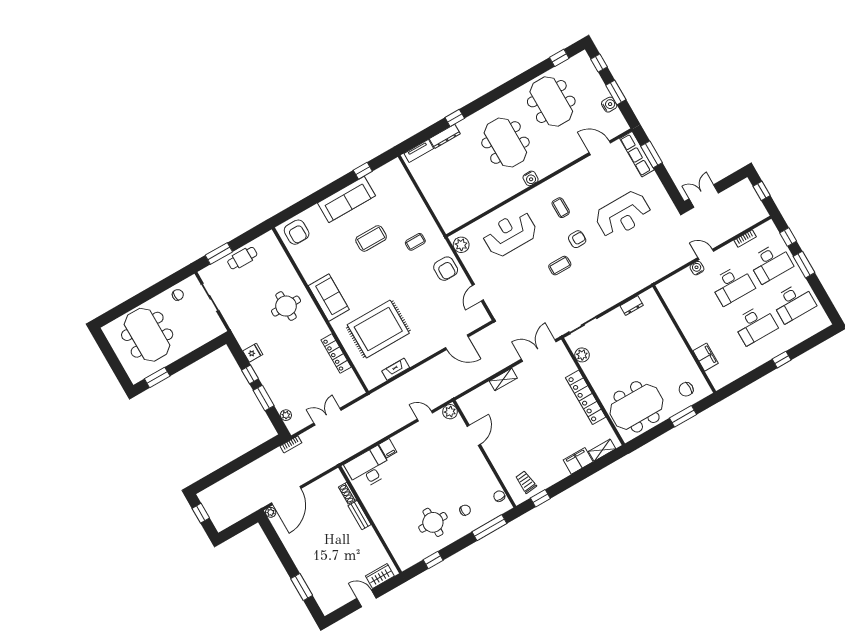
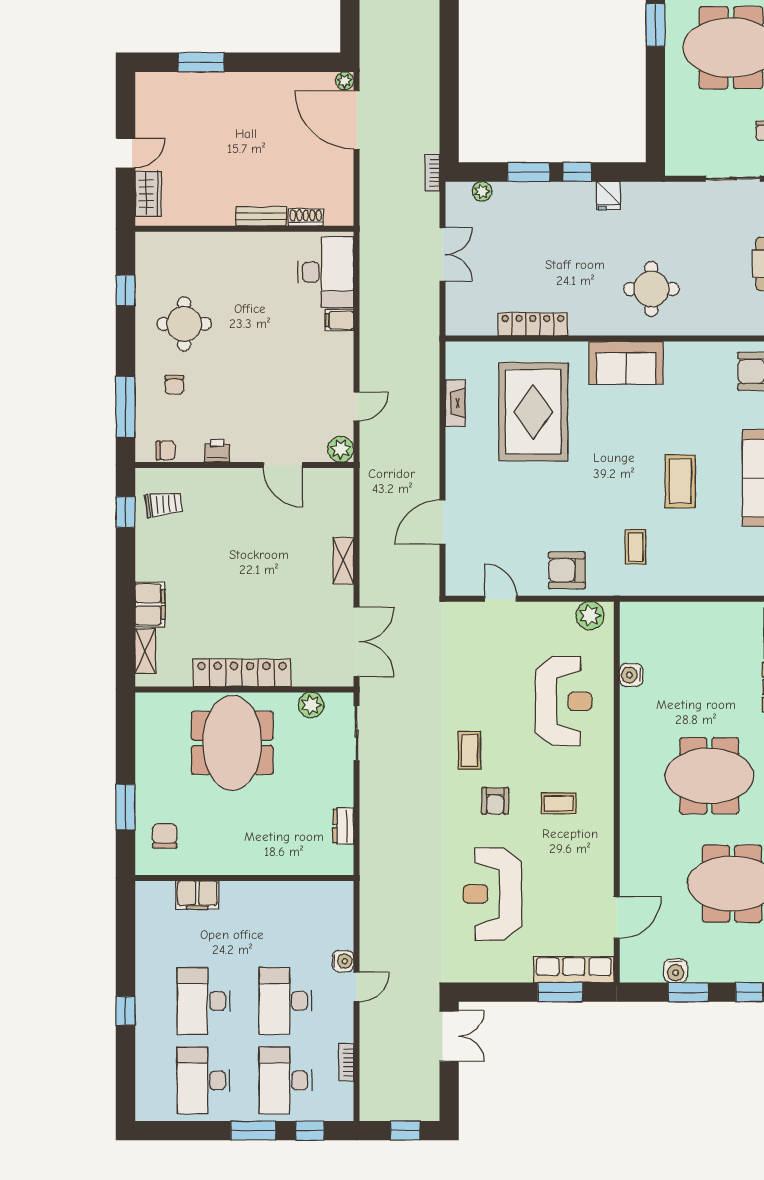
water cooler: (531, 178) -> (631, 675), moved
meeting table: (637, 407) -> (232, 743), moved
printer: (485, 471) -> (217, 451), added

